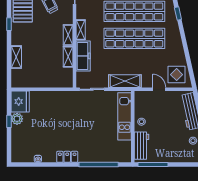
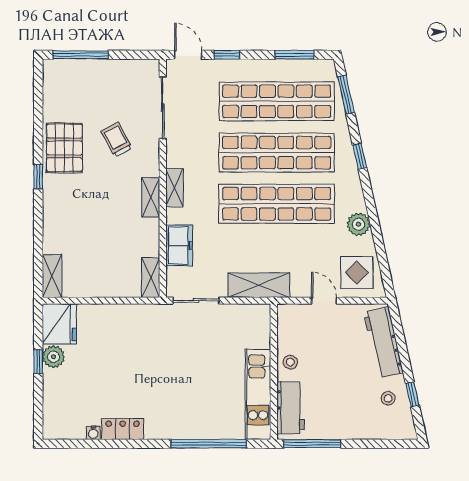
plant: (177, 49) -> (359, 224), added
freezer: (83, 56) -> (179, 245), width x0.71
shelving: (16, 57) -> (52, 276), moved
shelving: (68, 57) -> (151, 278), moved
kitchen unit: (125, 116) -> (258, 394), moved
locker: (67, 157) -> (123, 429), moved

